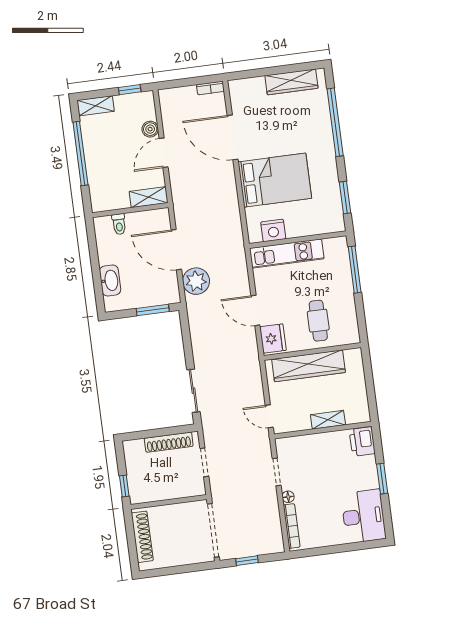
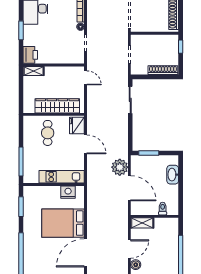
door: (233, 137) -> (86, 253), swing flipped
shelving: (328, 420) -> (34, 71), moved
shoe rack: (169, 442) -> (163, 70), moved

